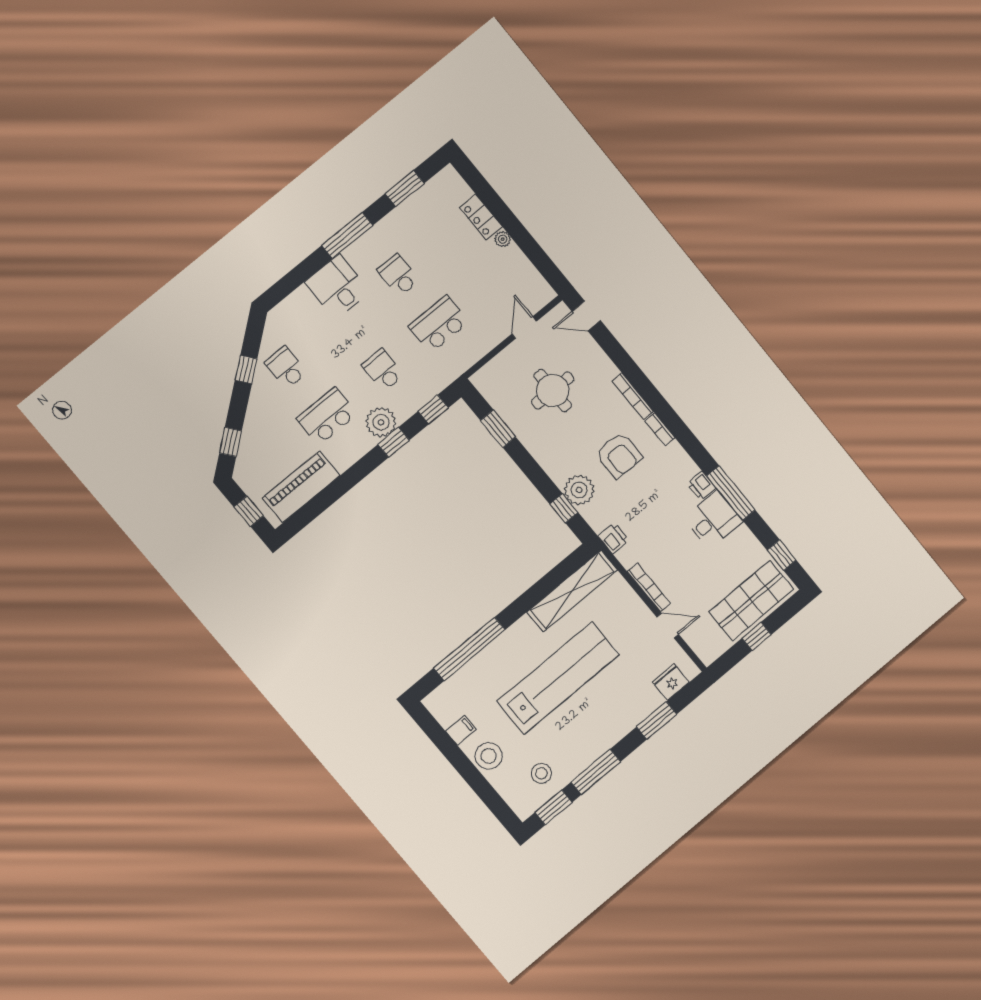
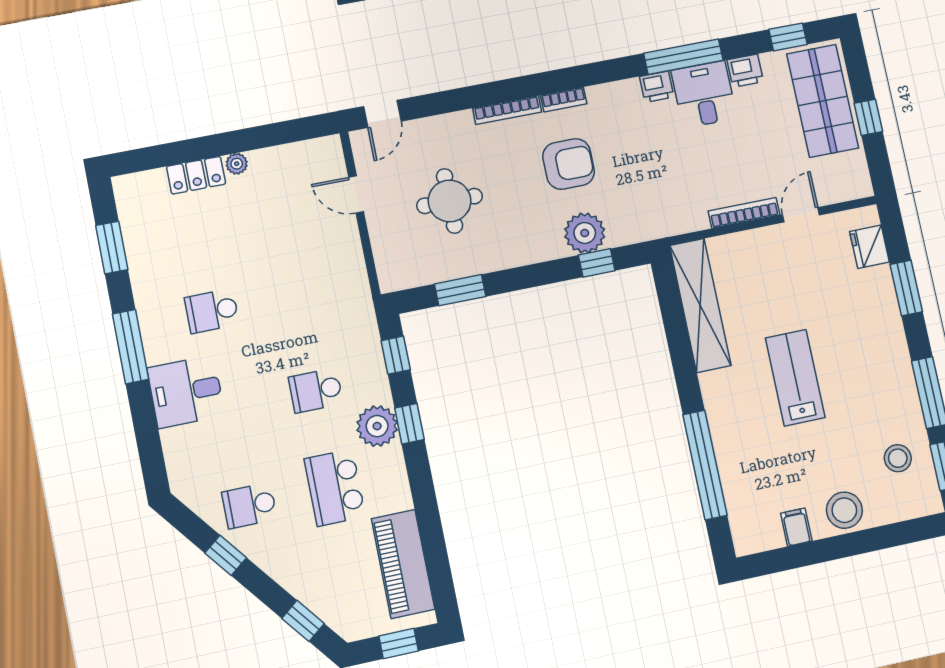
school desk: (439, 324) -> (297, 294), removed
printer: (613, 538) -> (745, 71), moved, turned 180
lab bench: (558, 678) -> (795, 378), width x0.54, depth x0.72

